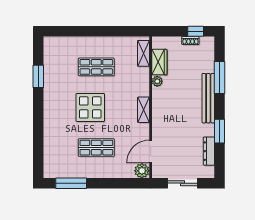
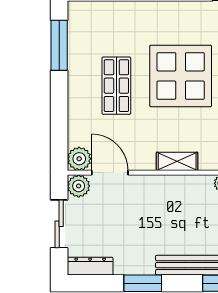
display table: (90, 107) -> (181, 76), width x1.36, depth x1.36
dresser: (209, 151) -> (90, 266), moved
plant: (159, 171) -> (79, 186), added

